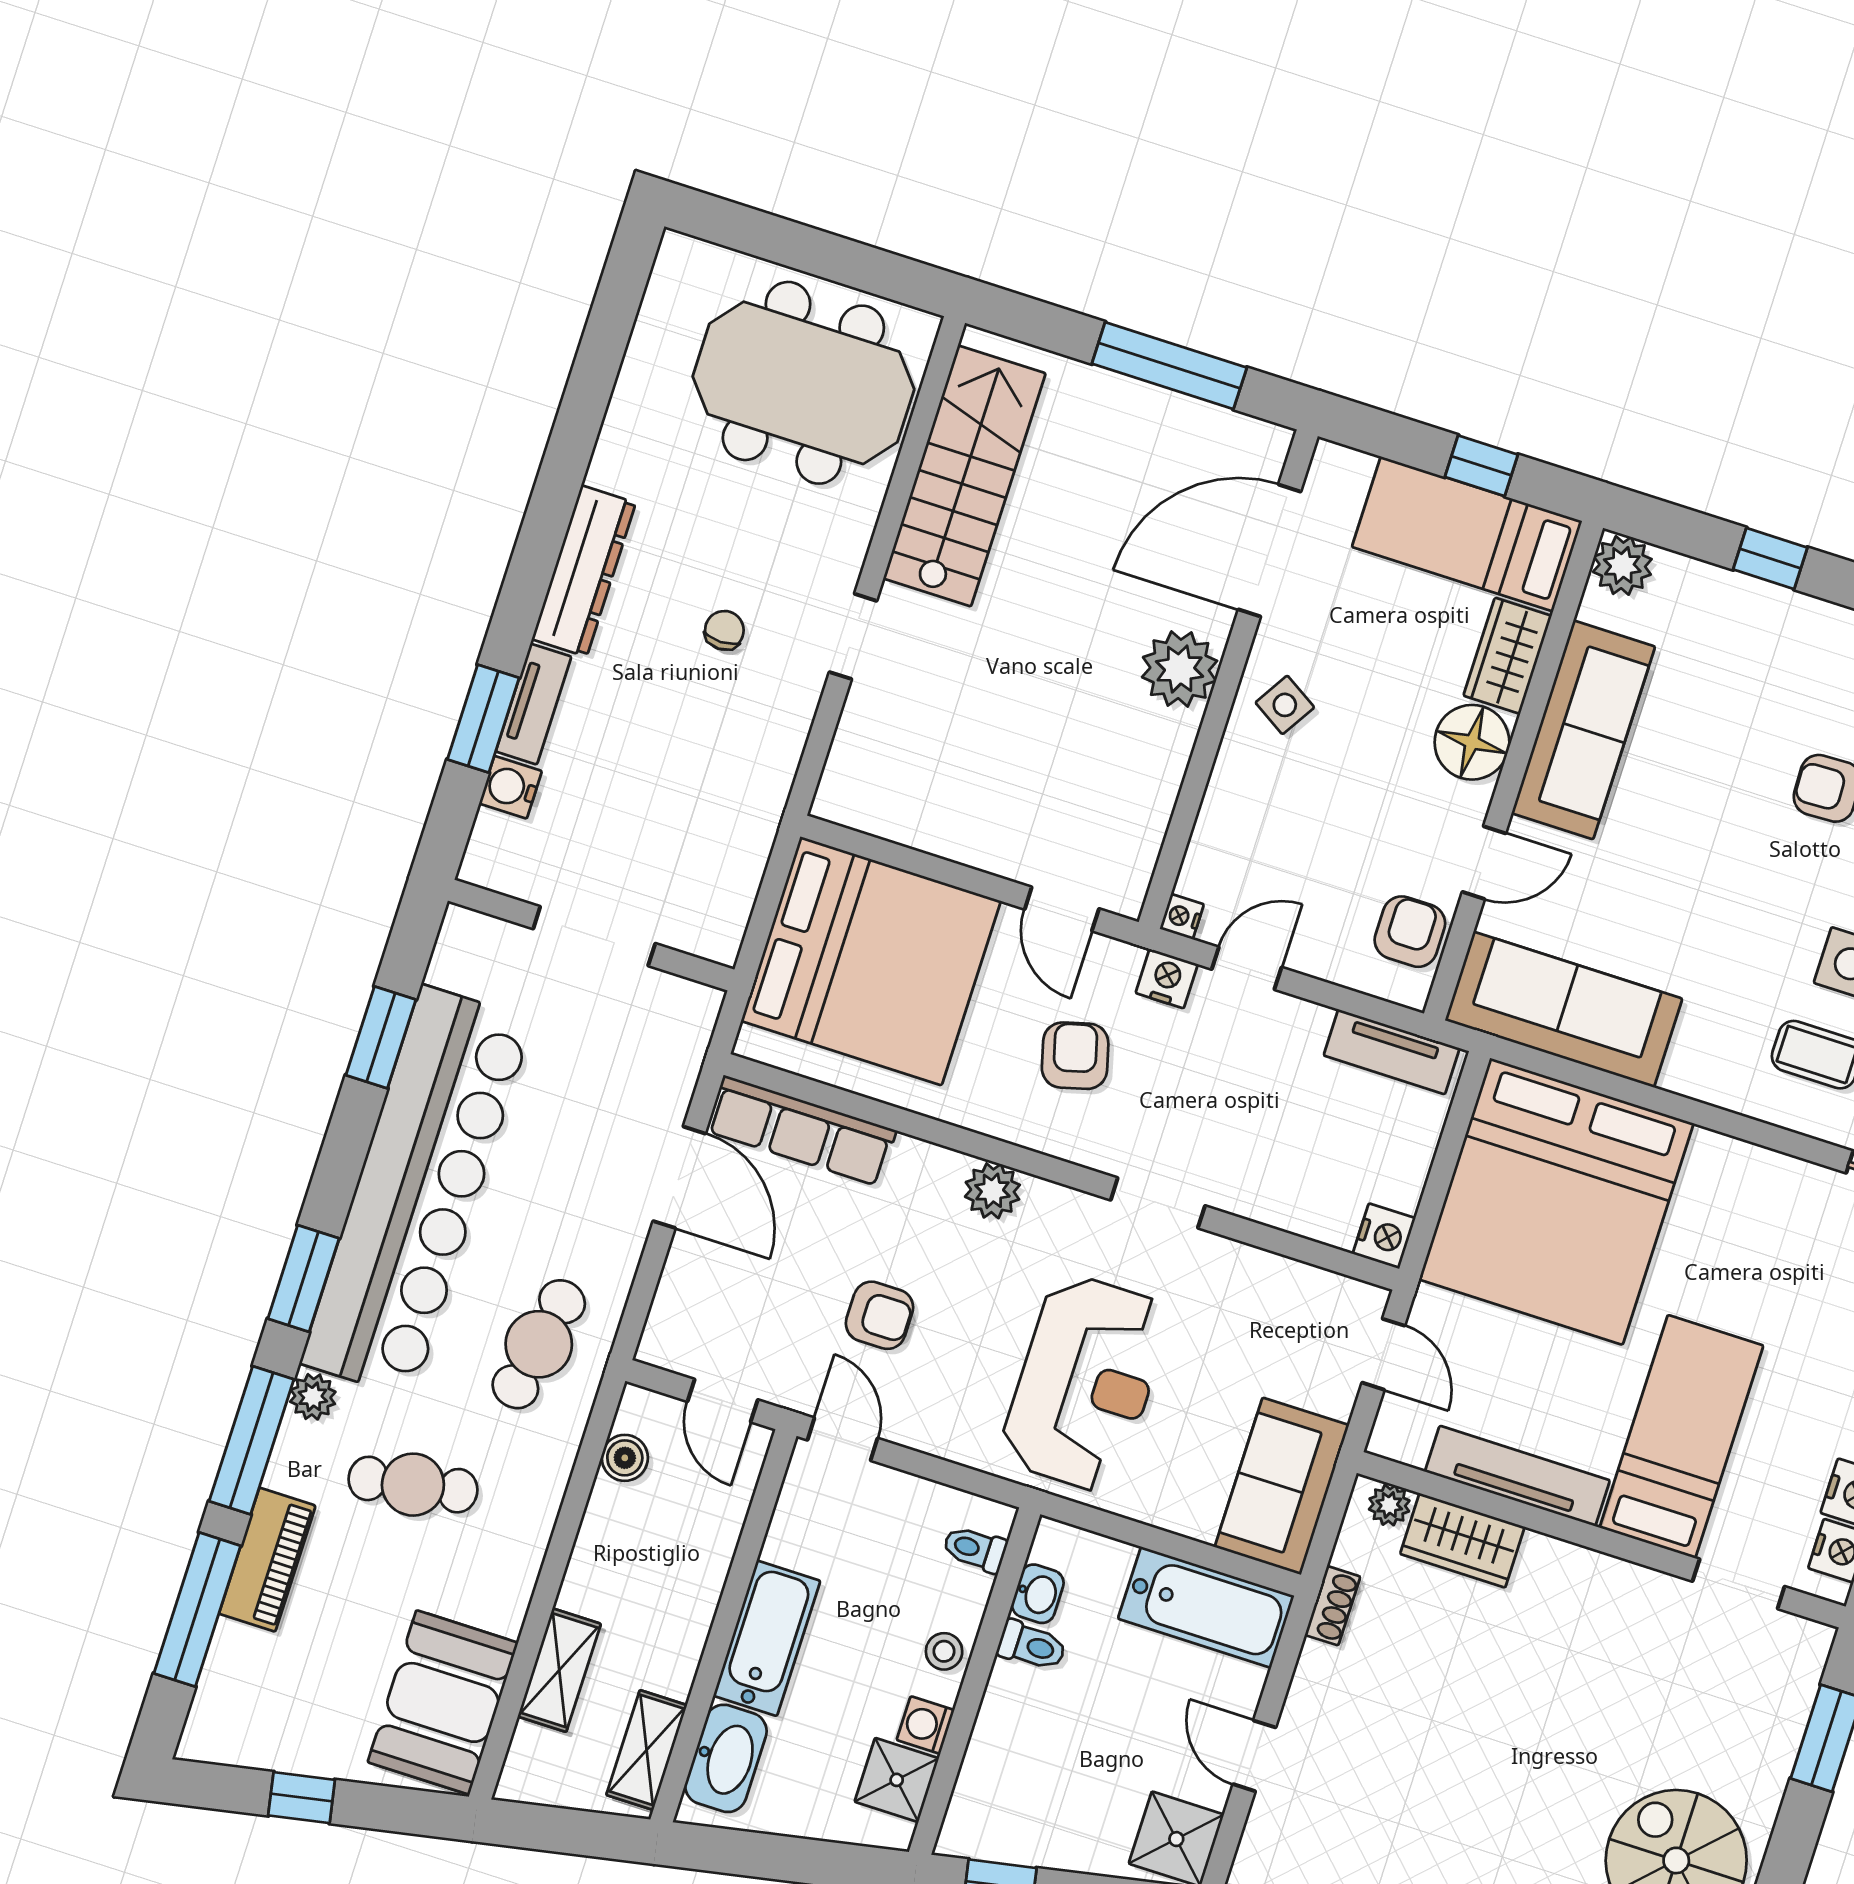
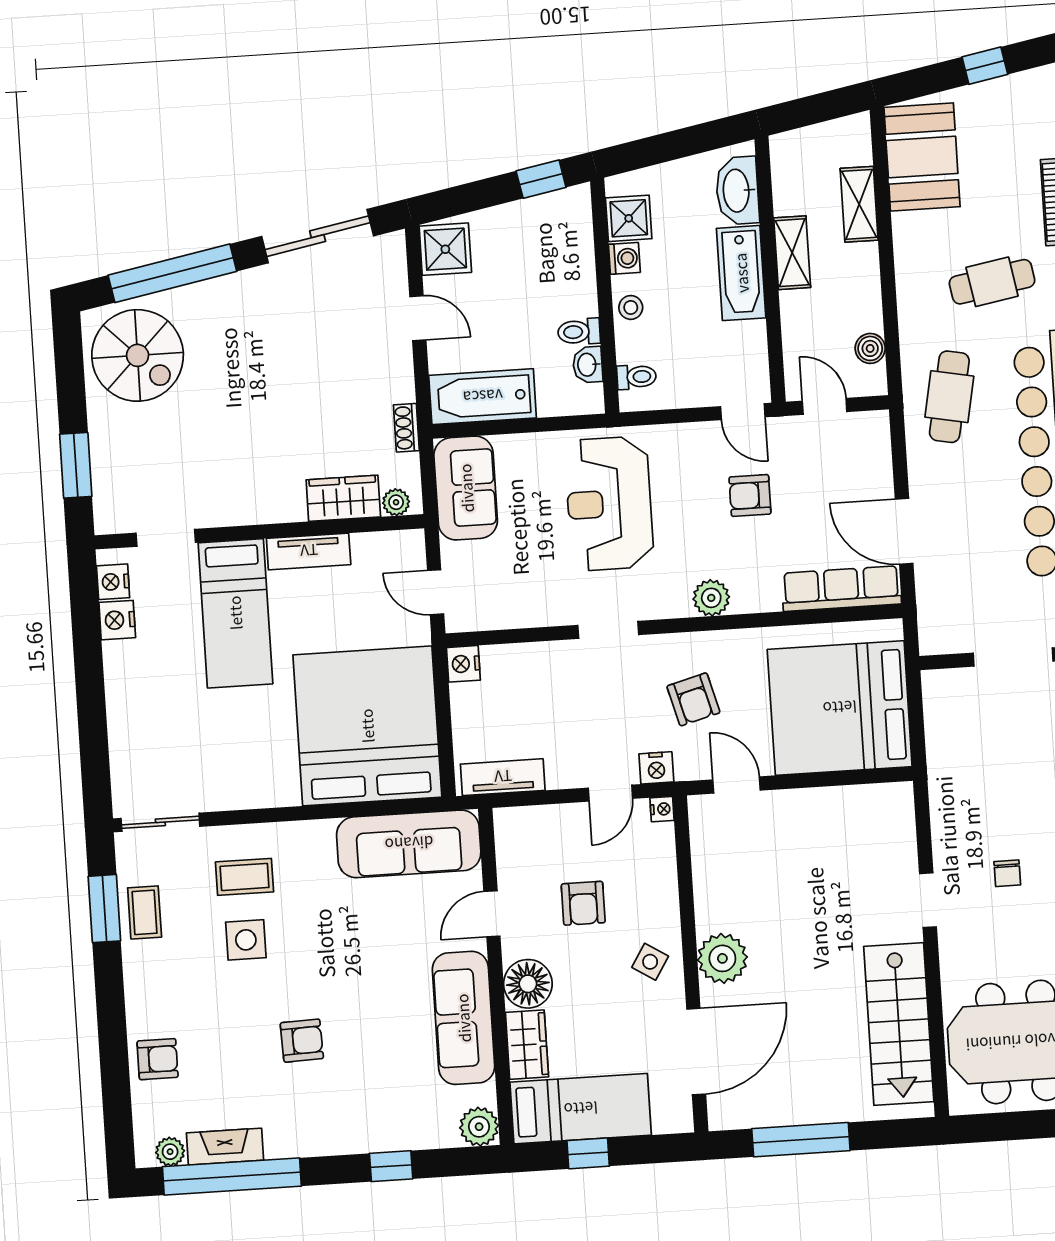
armchair: (1410, 932) -> (583, 903), moved
tv unit: (1517, 1476) -> (309, 551), width x0.71
shelving: (647, 1750) -> (792, 253), moved

